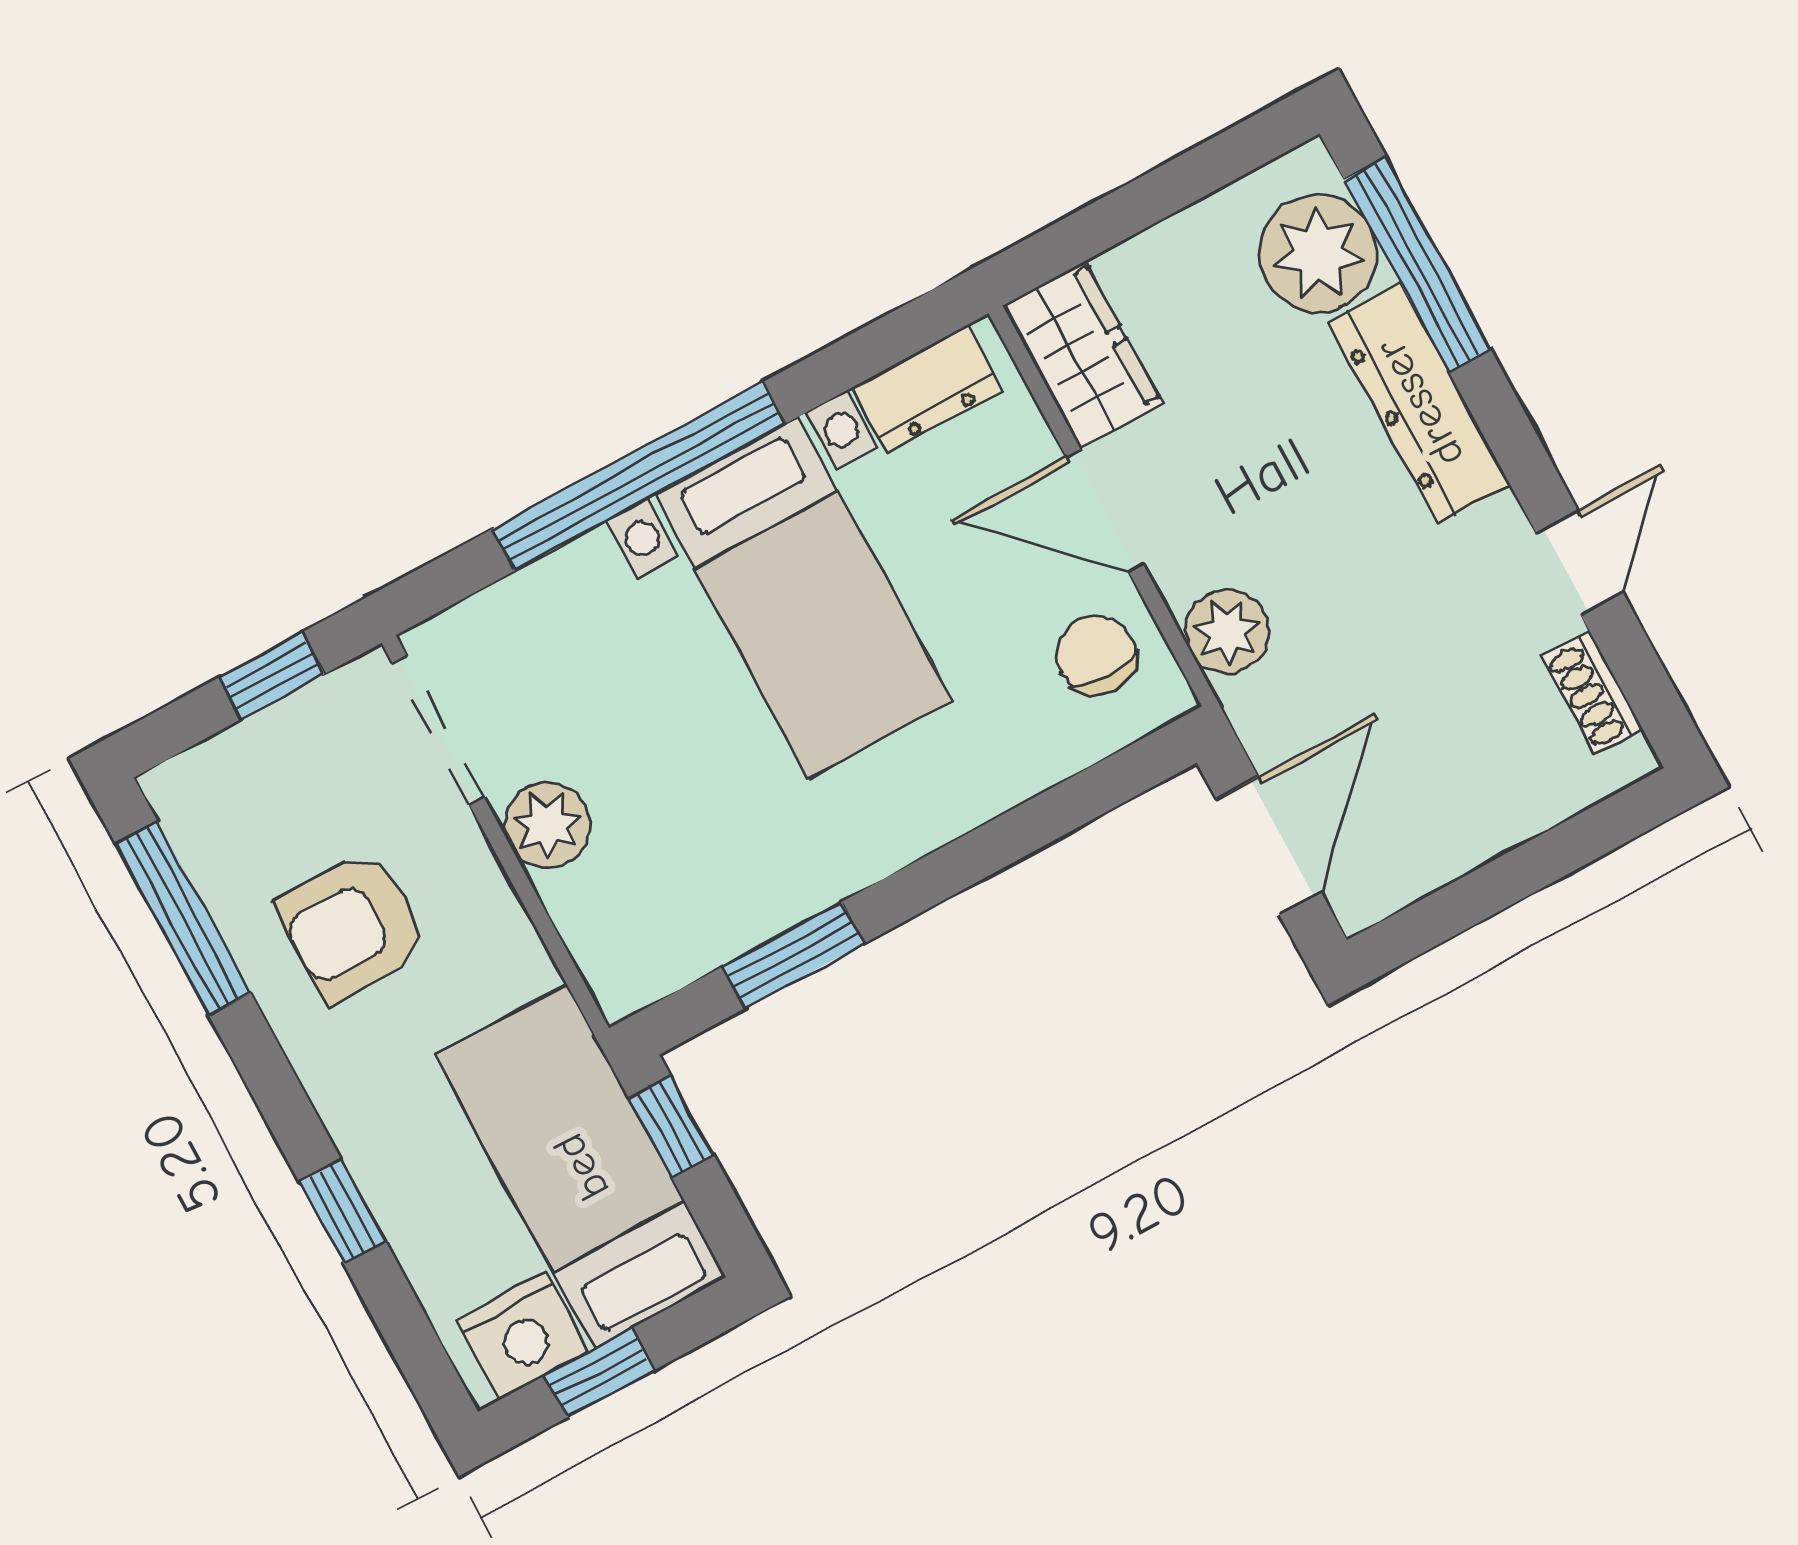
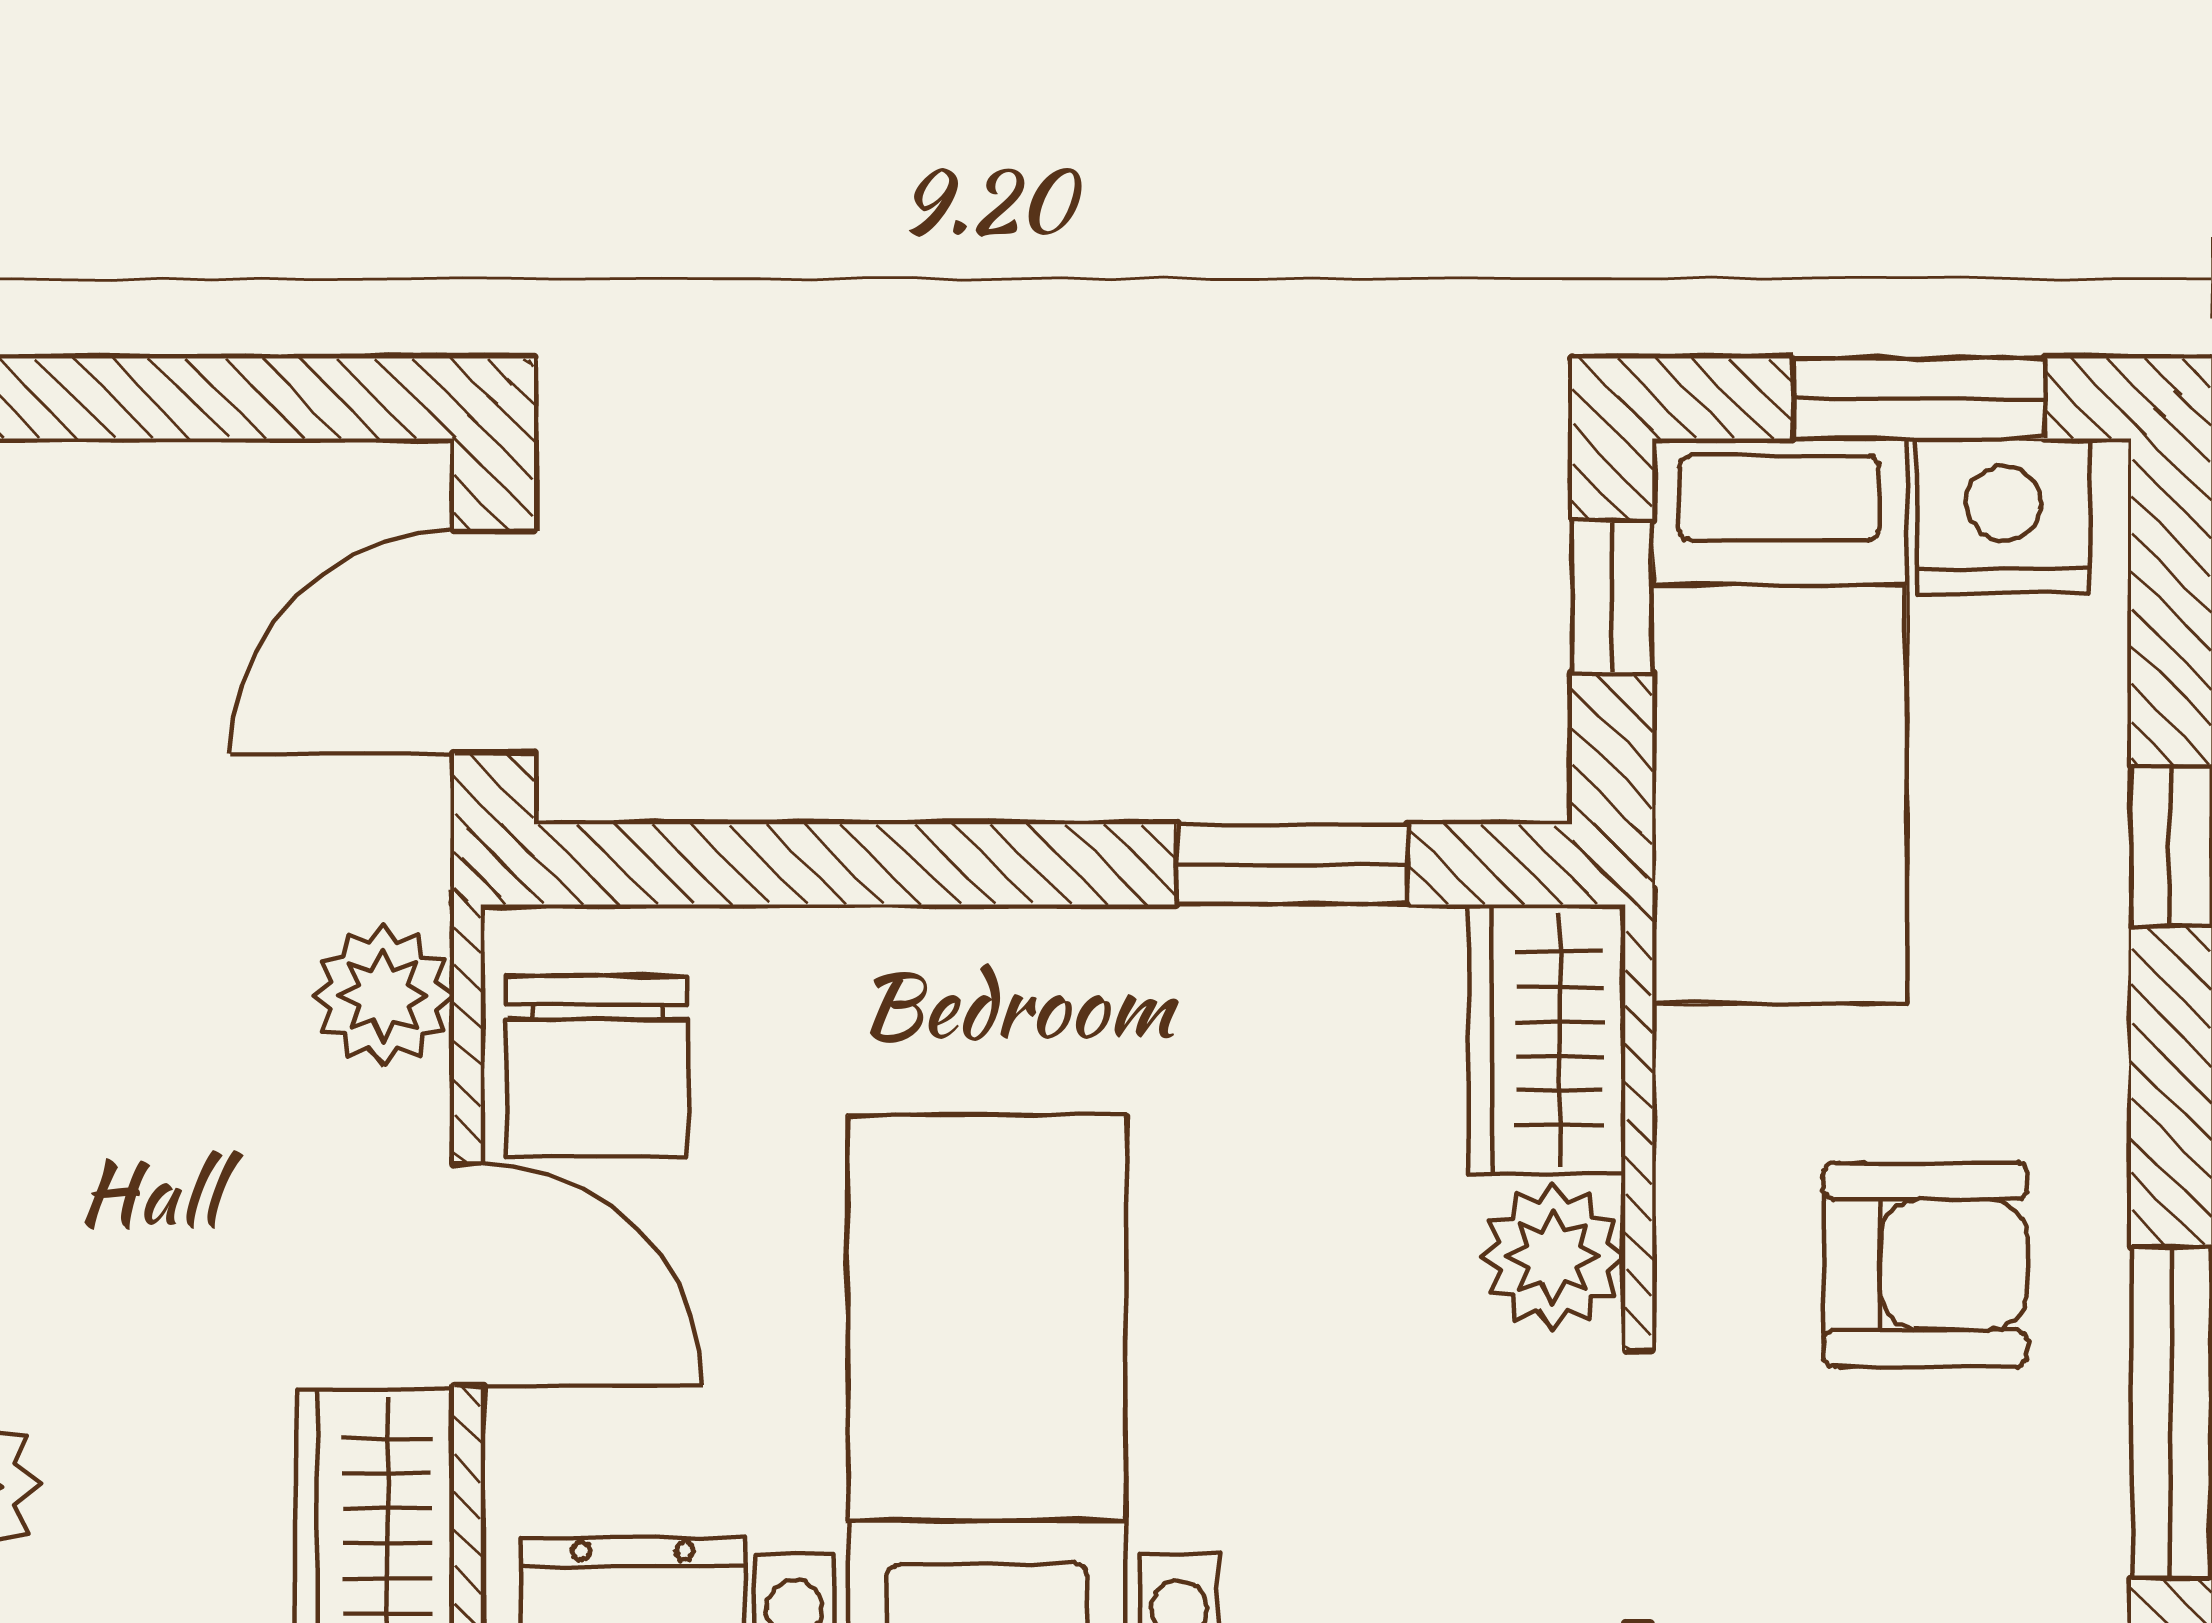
chair: (1096, 655) -> (597, 1066), width x1.37, depth x1.37
wardrobe: (612, 937) -> (1547, 1039), added
window: (671, 1126) -> (1612, 597), moved
window: (599, 1373) -> (1919, 398), width x1.50

